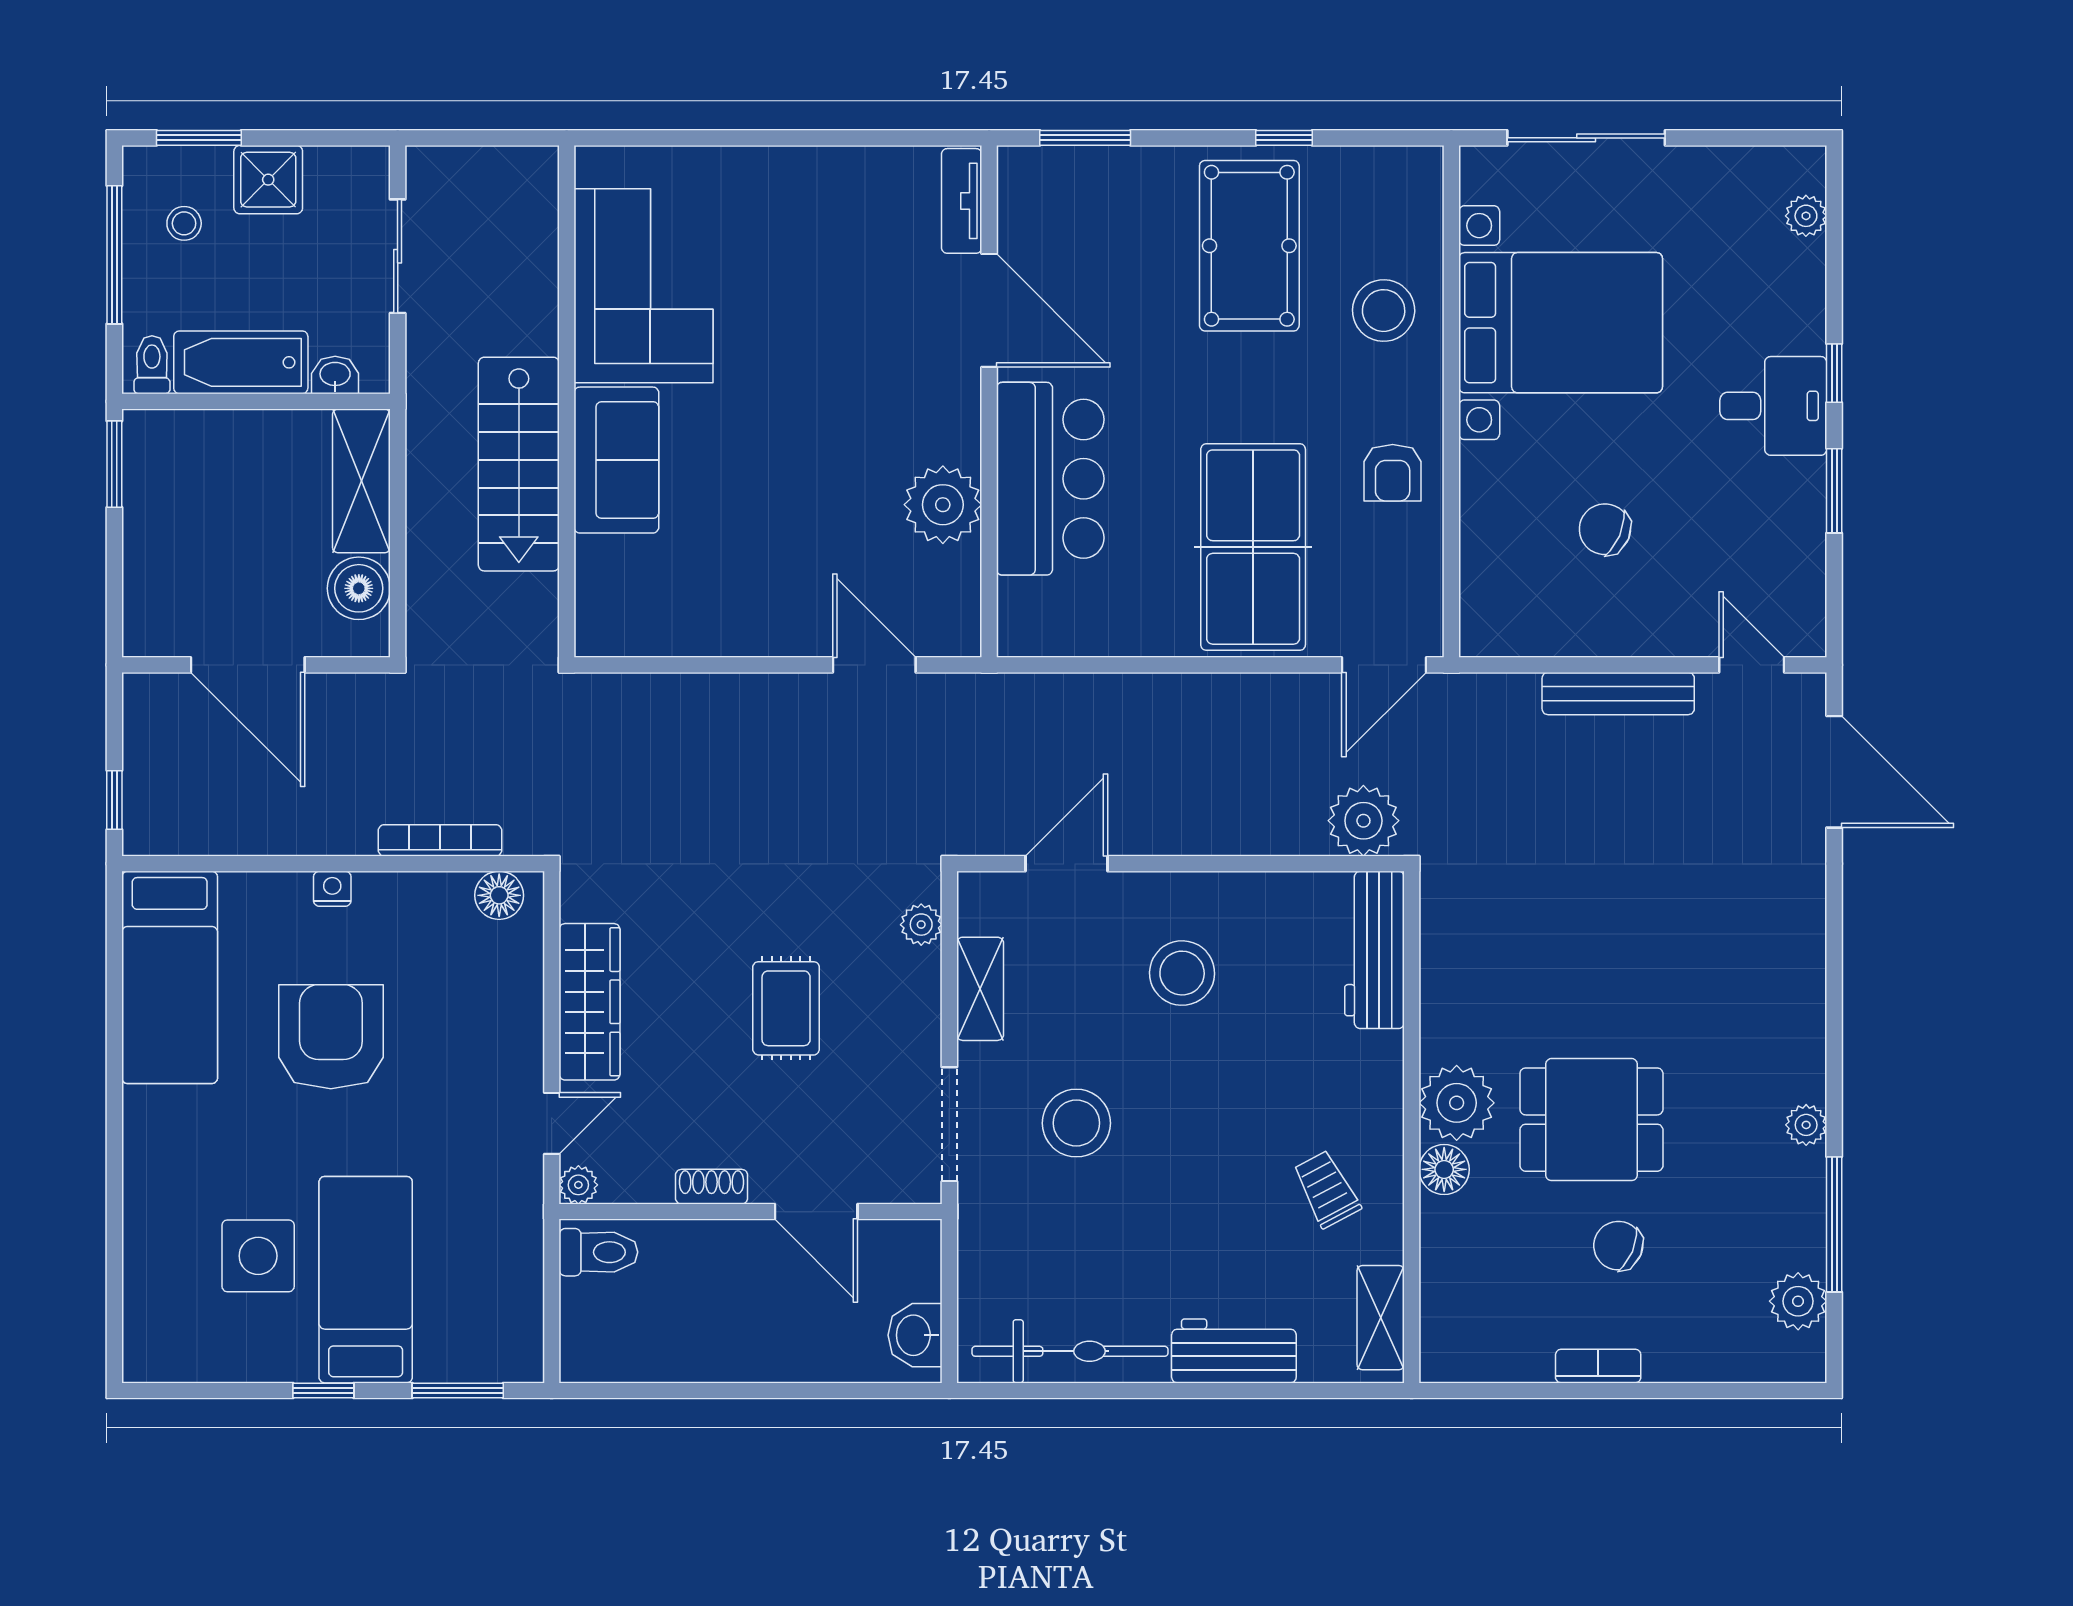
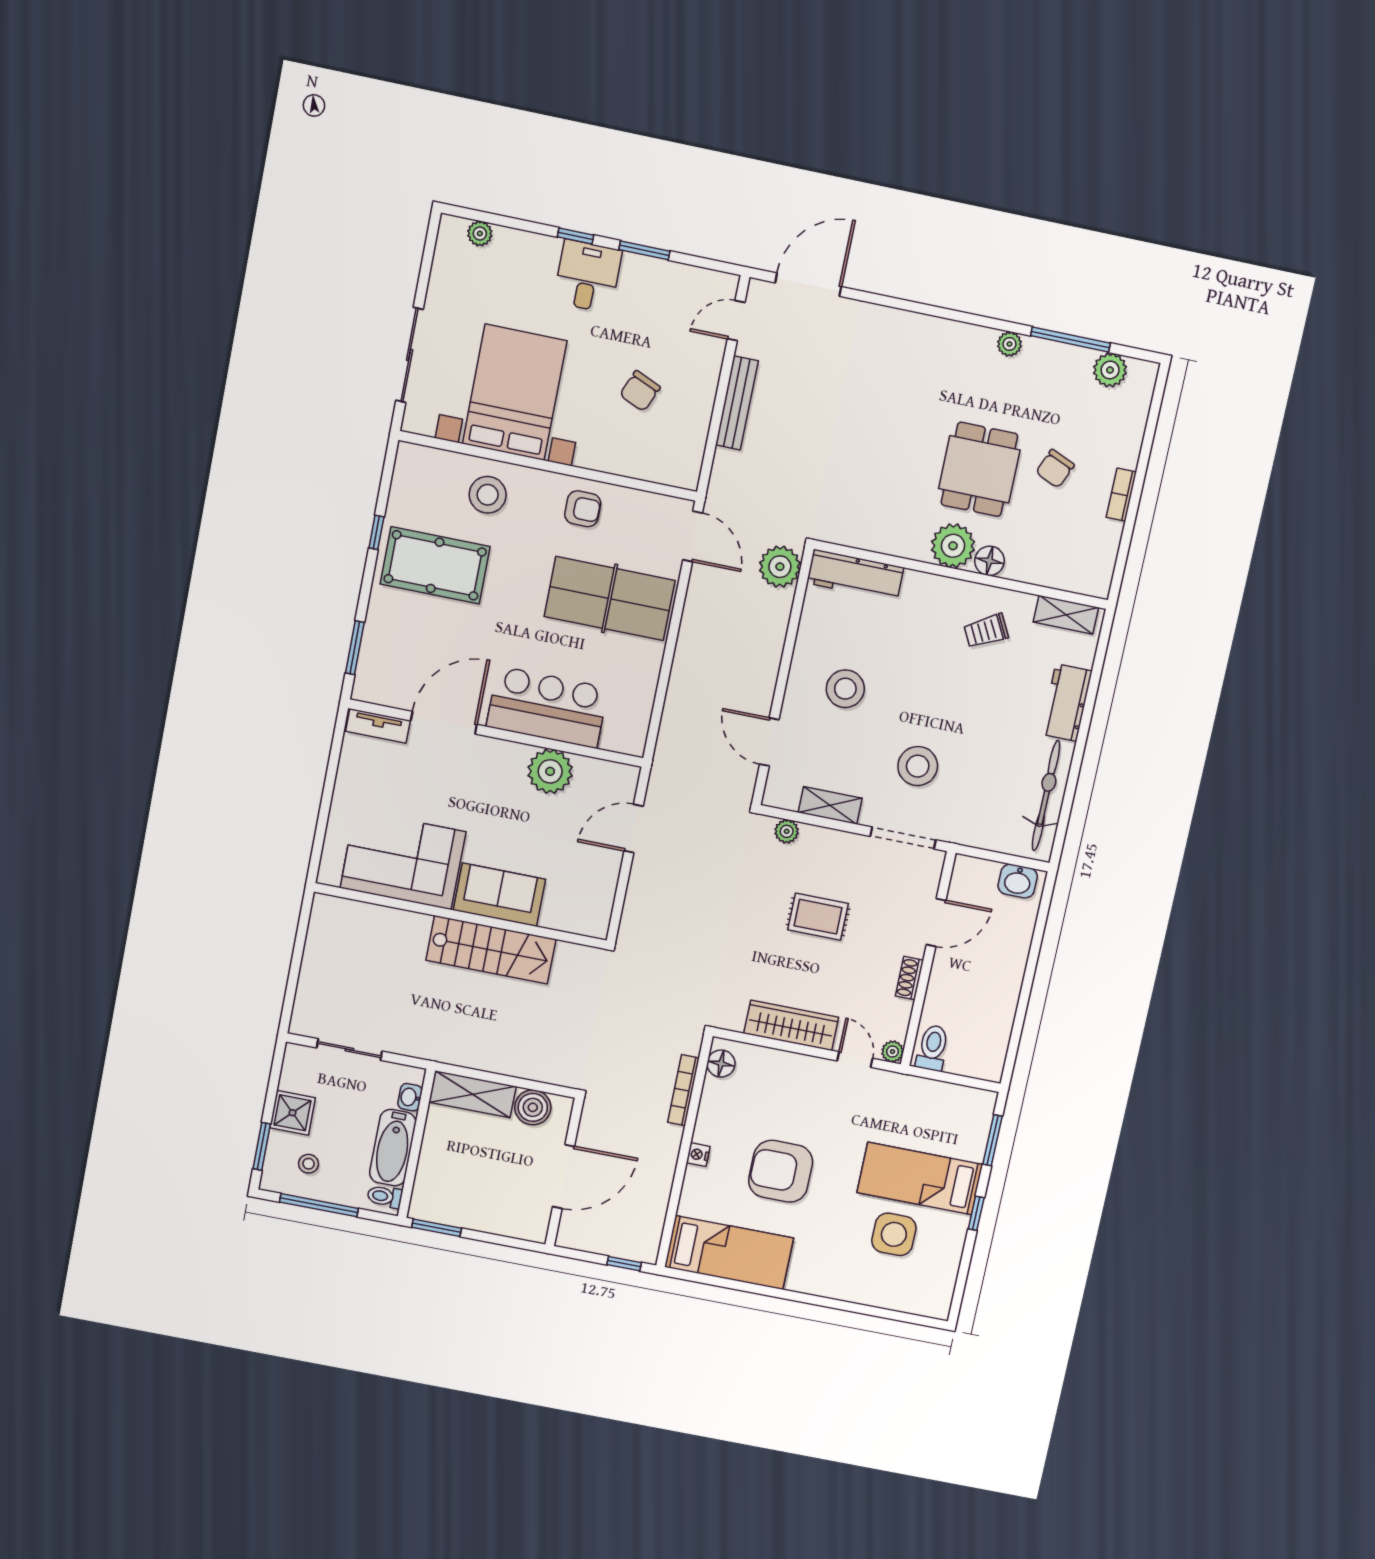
corner sofa: (643, 286) -> (403, 860), moved
wall: (567, 401) -> (461, 916), moved
sofa: (616, 460) -> (499, 895), moved
stairs: (519, 464) -> (491, 950), moved

